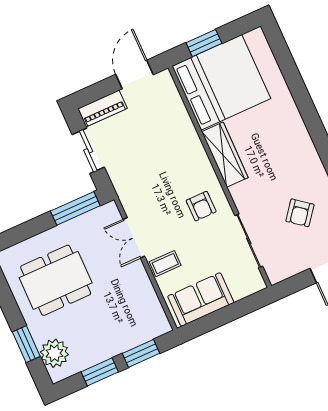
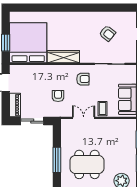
armchair: (152, 176) -> (58, 96), added
window: (75, 208) -> (57, 160), moved
double door: (134, 238) -> (84, 118), swing flipped
dining table: (56, 280) -> (87, 164), turned 90

